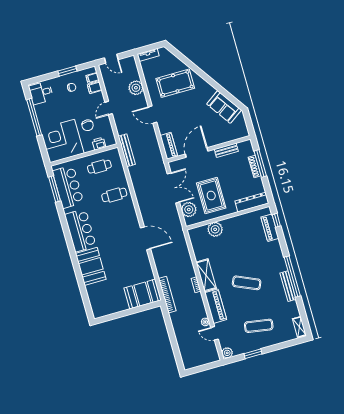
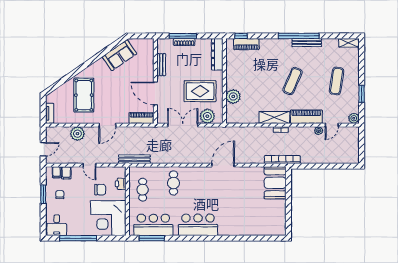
booth: (91, 266) -> (235, 225), removed

